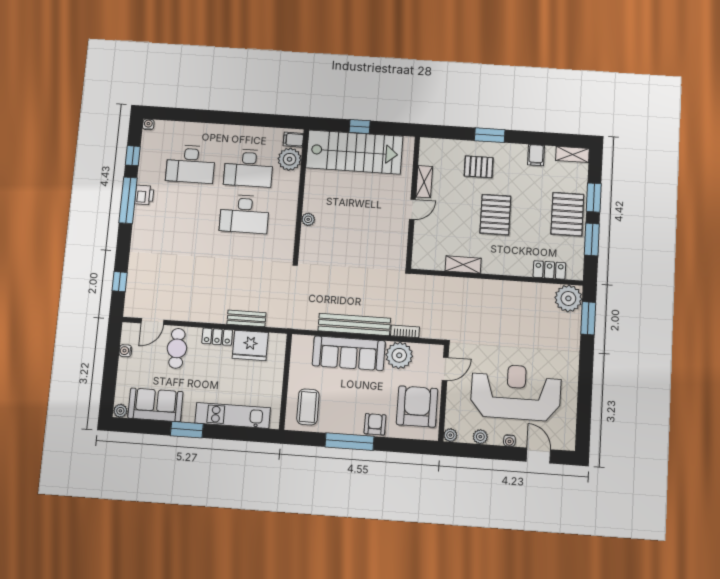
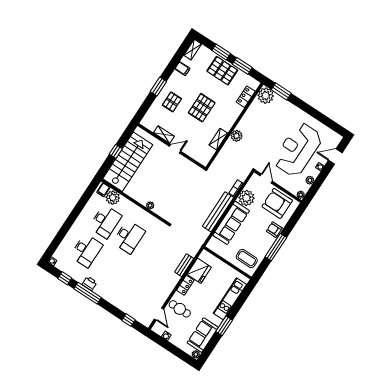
door: (412, 209) -> (175, 149), hinge flipped
pallet: (495, 215) -> (202, 108), turned 90
plant: (484, 289) -> (237, 136), added

